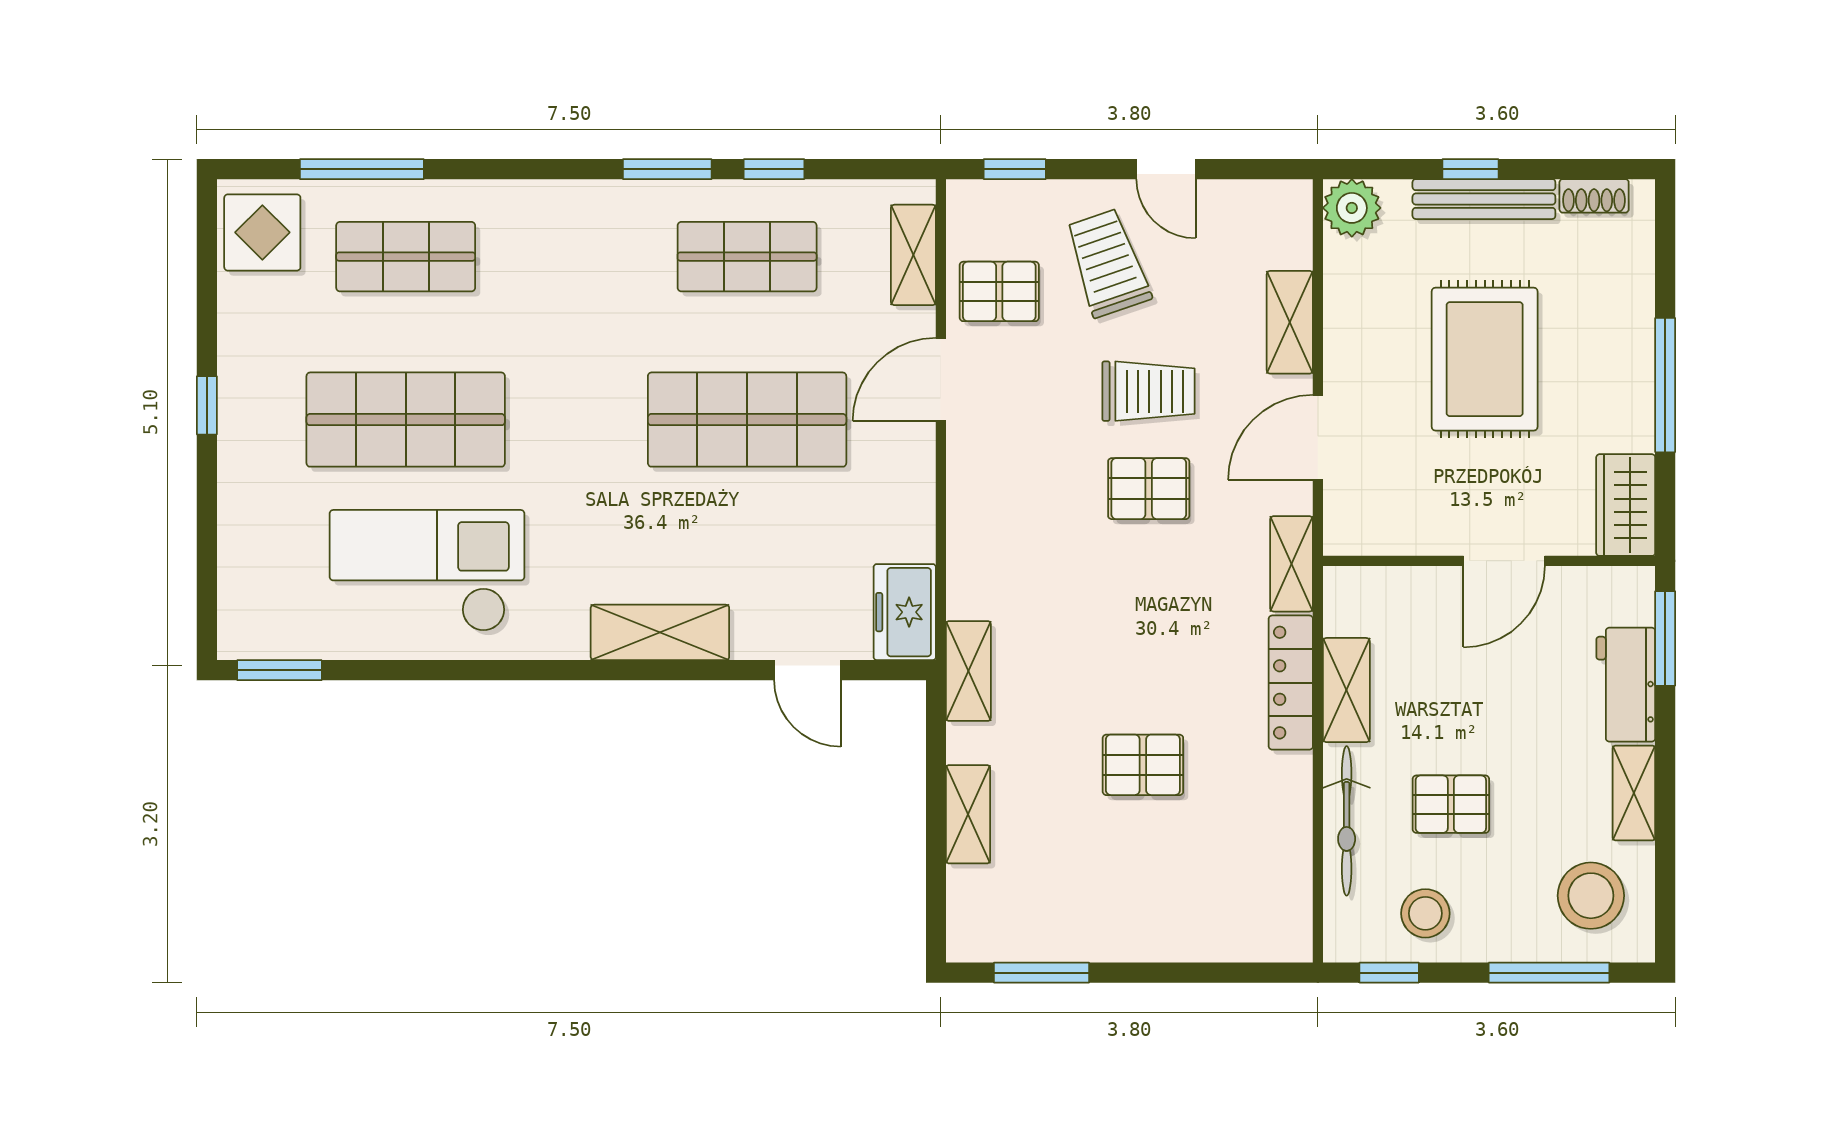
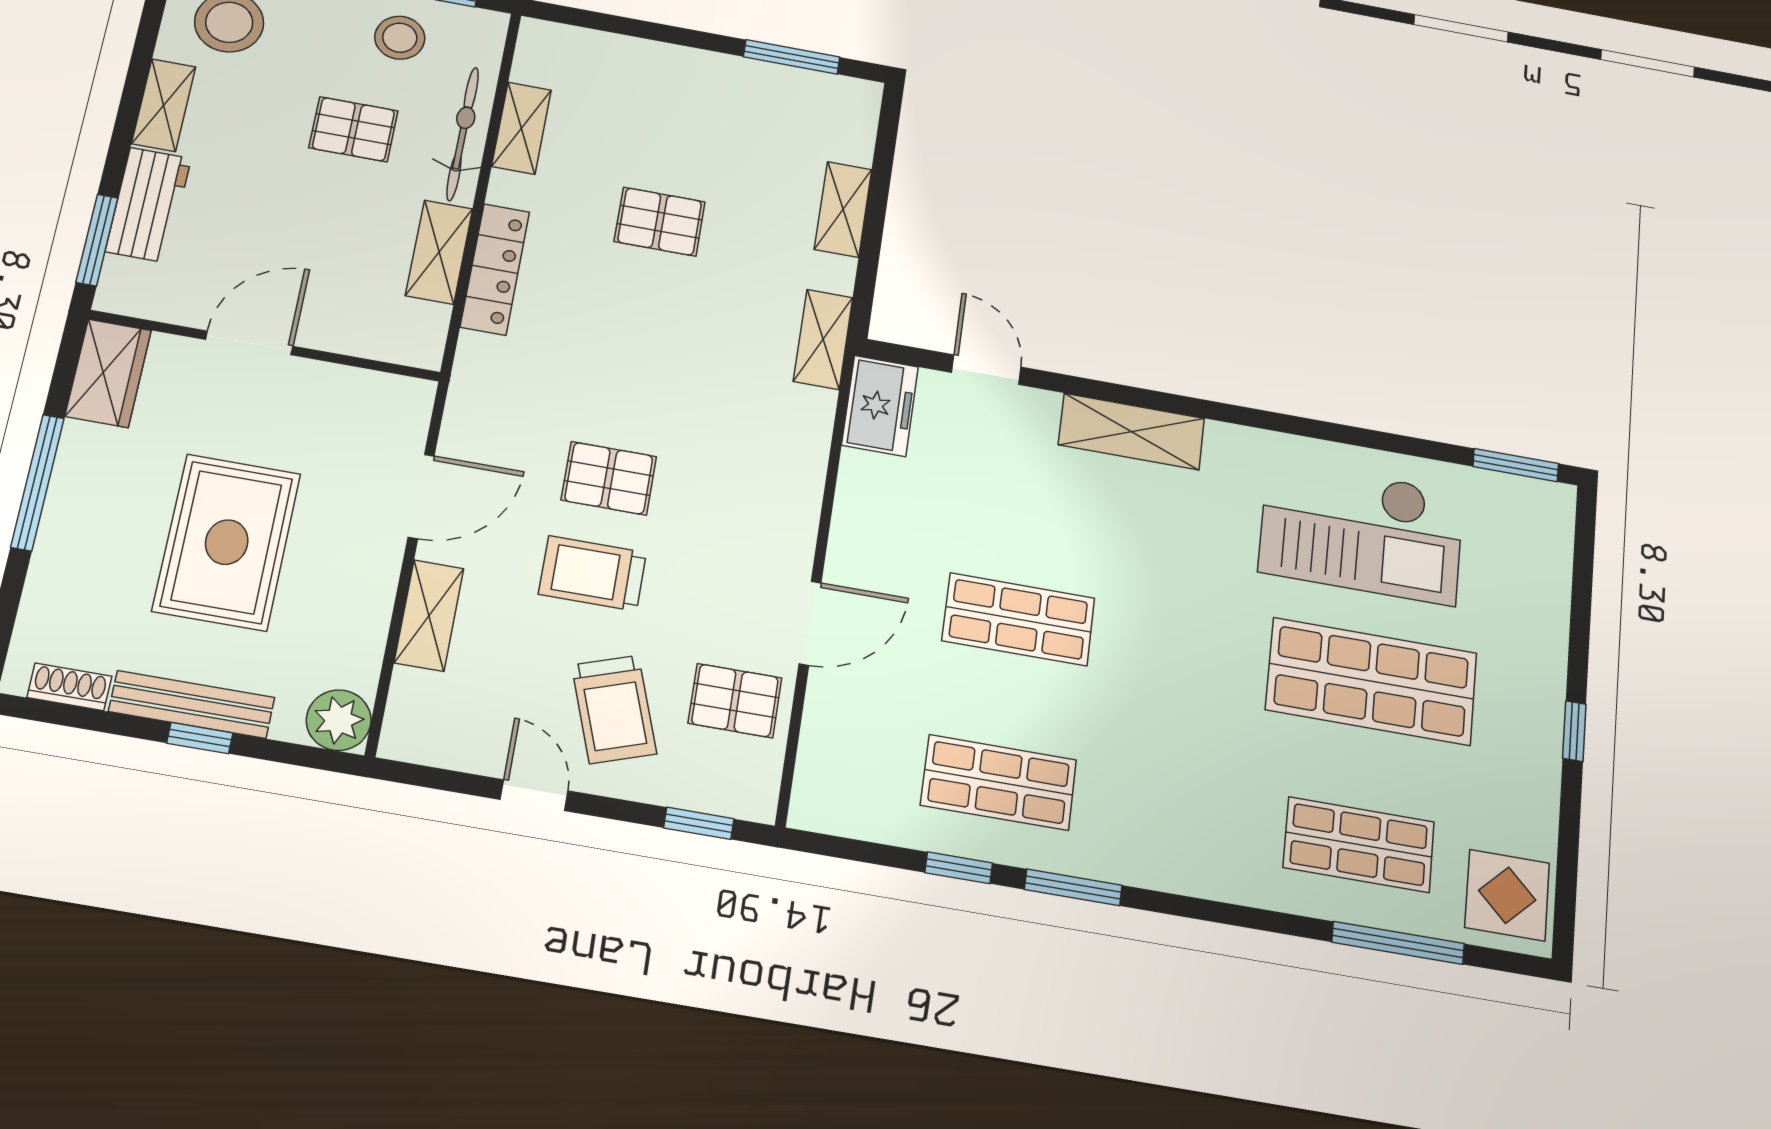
shelving: (913, 255) -> (821, 754), removed
shop shelf: (747, 420) -> (1018, 619), width x0.70, depth x0.74
shelving: (1292, 564) -> (521, 128), moved

